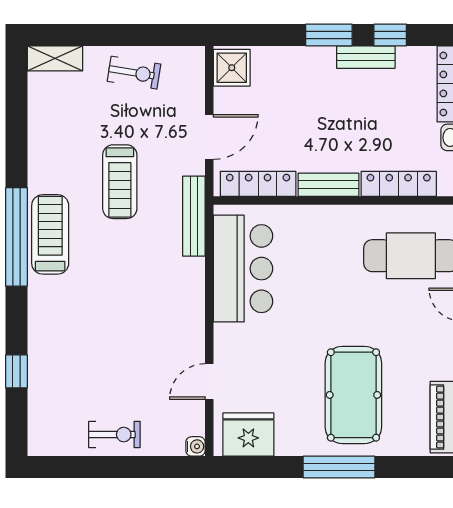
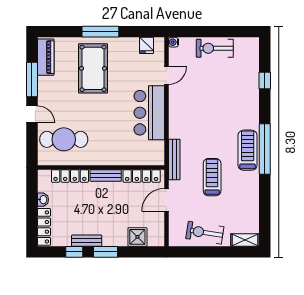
shower: (232, 68) -> (137, 237), moved
exercise bike: (134, 73) -> (205, 233), width x1.38, depth x1.39
treadmill: (50, 234) -> (248, 150), turned 180
bar counter: (243, 269) -> (149, 113), moved
exercise bike: (114, 435) -> (215, 48), width x1.38, depth x1.39
fridge: (248, 435) -> (147, 45), width x0.53, depth x0.75

